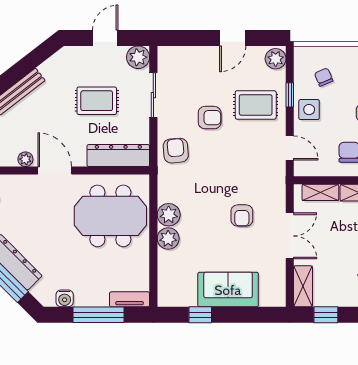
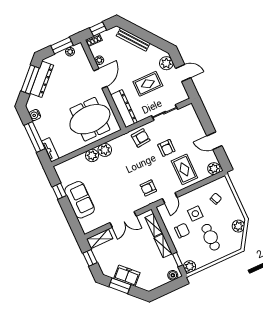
plant: (138, 57) -> (166, 63), moved
window: (290, 95) -> (198, 185), removed
rug: (97, 101) -> (148, 84), turned 90
side table: (309, 110) -> (195, 214), moved
armchair: (242, 215) -> (148, 188), moved
meeting table: (110, 216) -> (90, 119), turned 90

